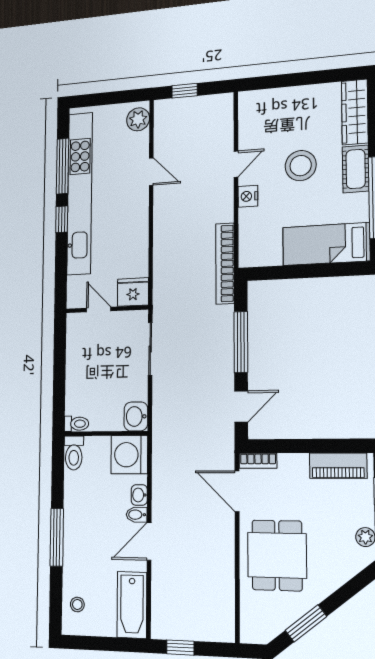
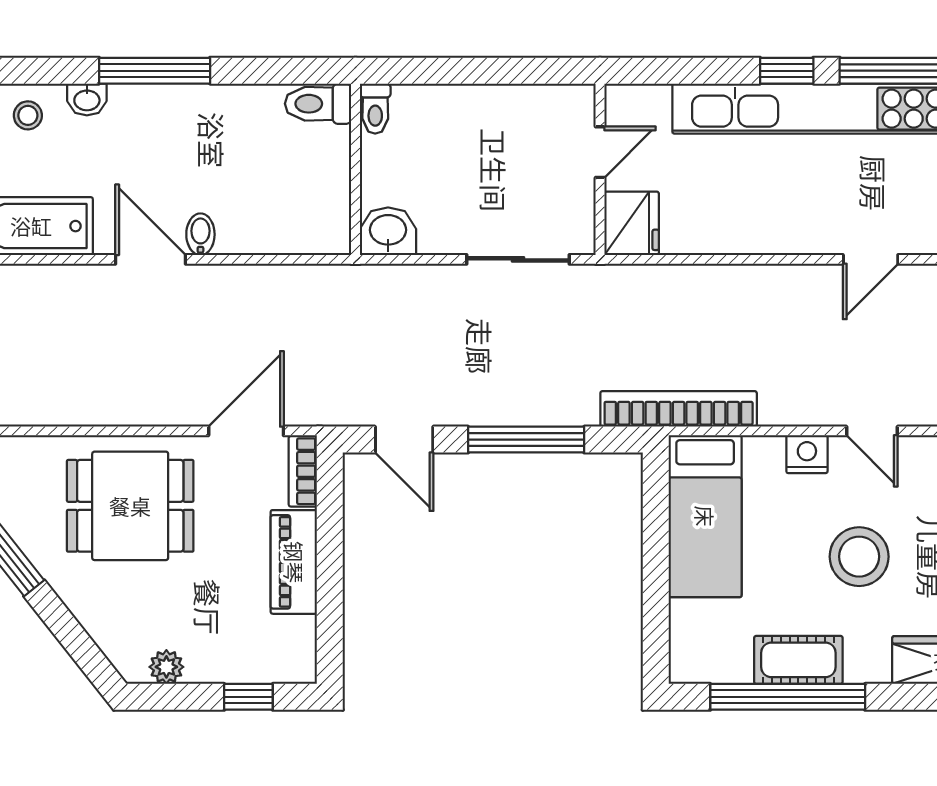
cot: (356, 169) -> (798, 660), moved
bed: (326, 244) -> (705, 516), moved, turned 180
washing machine: (129, 455) -> (314, 218), removed
piano: (338, 466) -> (294, 562), moved
washbasin: (139, 495) -> (87, 99), moved, turned 180

